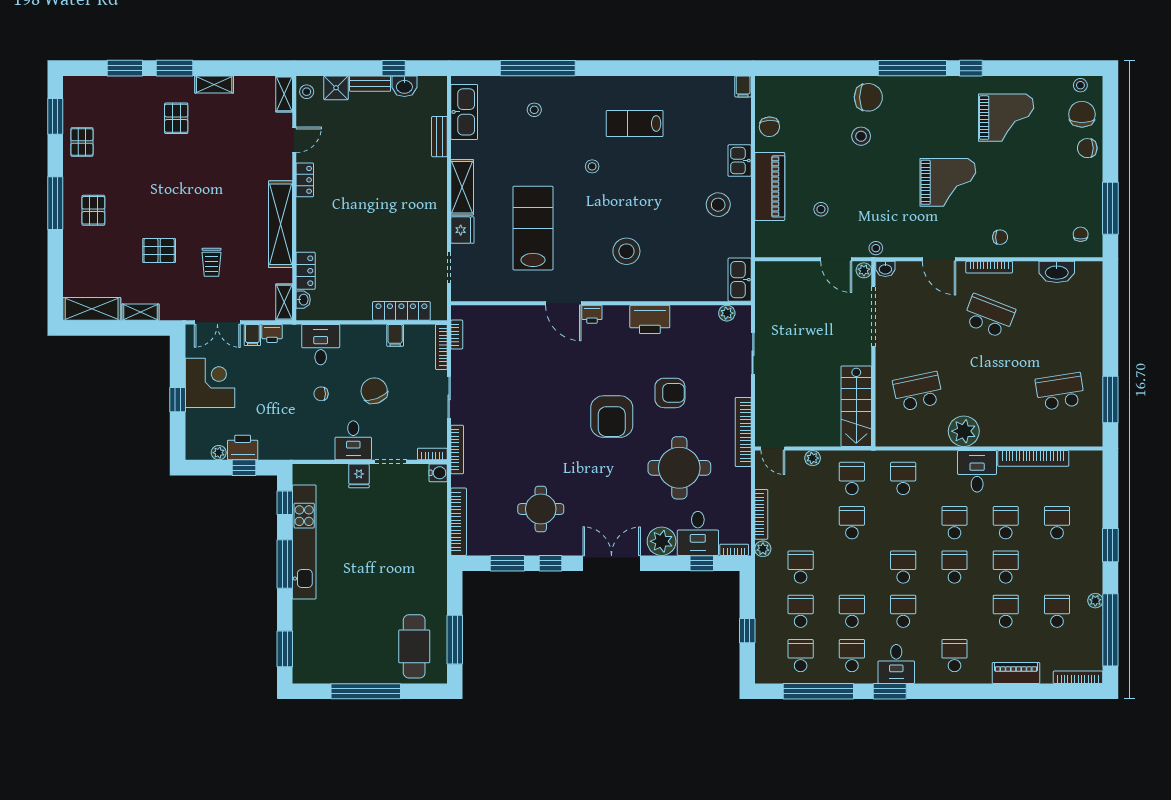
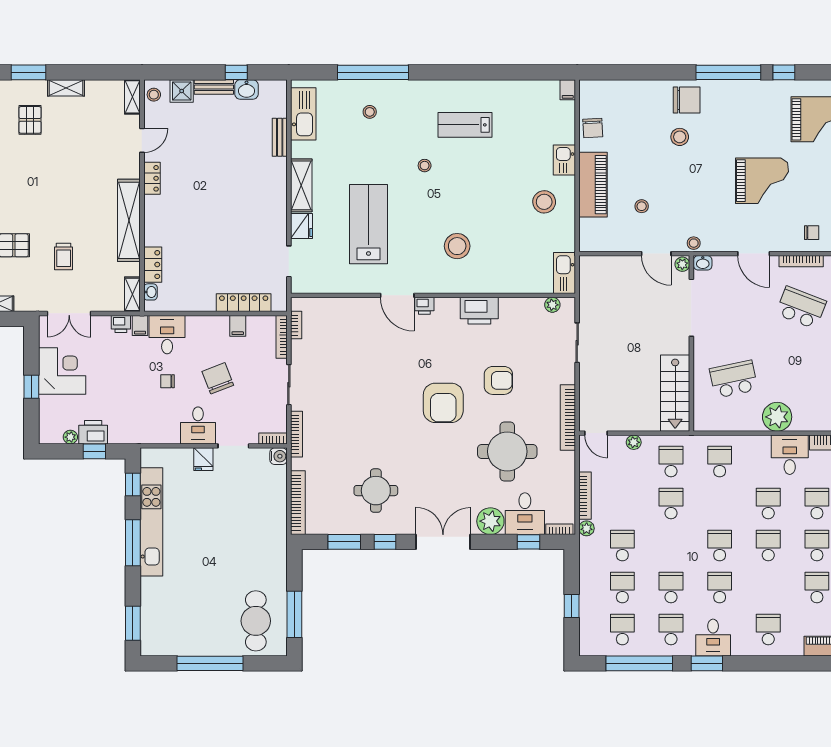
filing cabinet: (252, 335) -> (140, 325), moved

